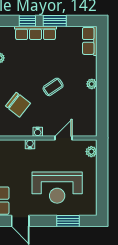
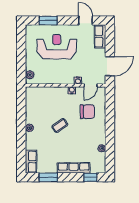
window: (27, 21) -> (90, 177), moved
window: (55, 21) -> (48, 177), moved
chair: (18, 105) -> (87, 112), turned 142
door: (63, 138) -> (91, 85), moved

